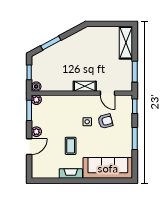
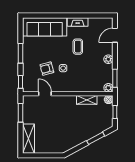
shelving: (85, 86) -> (87, 100), moved
door: (29, 147) -> (115, 35), moved

